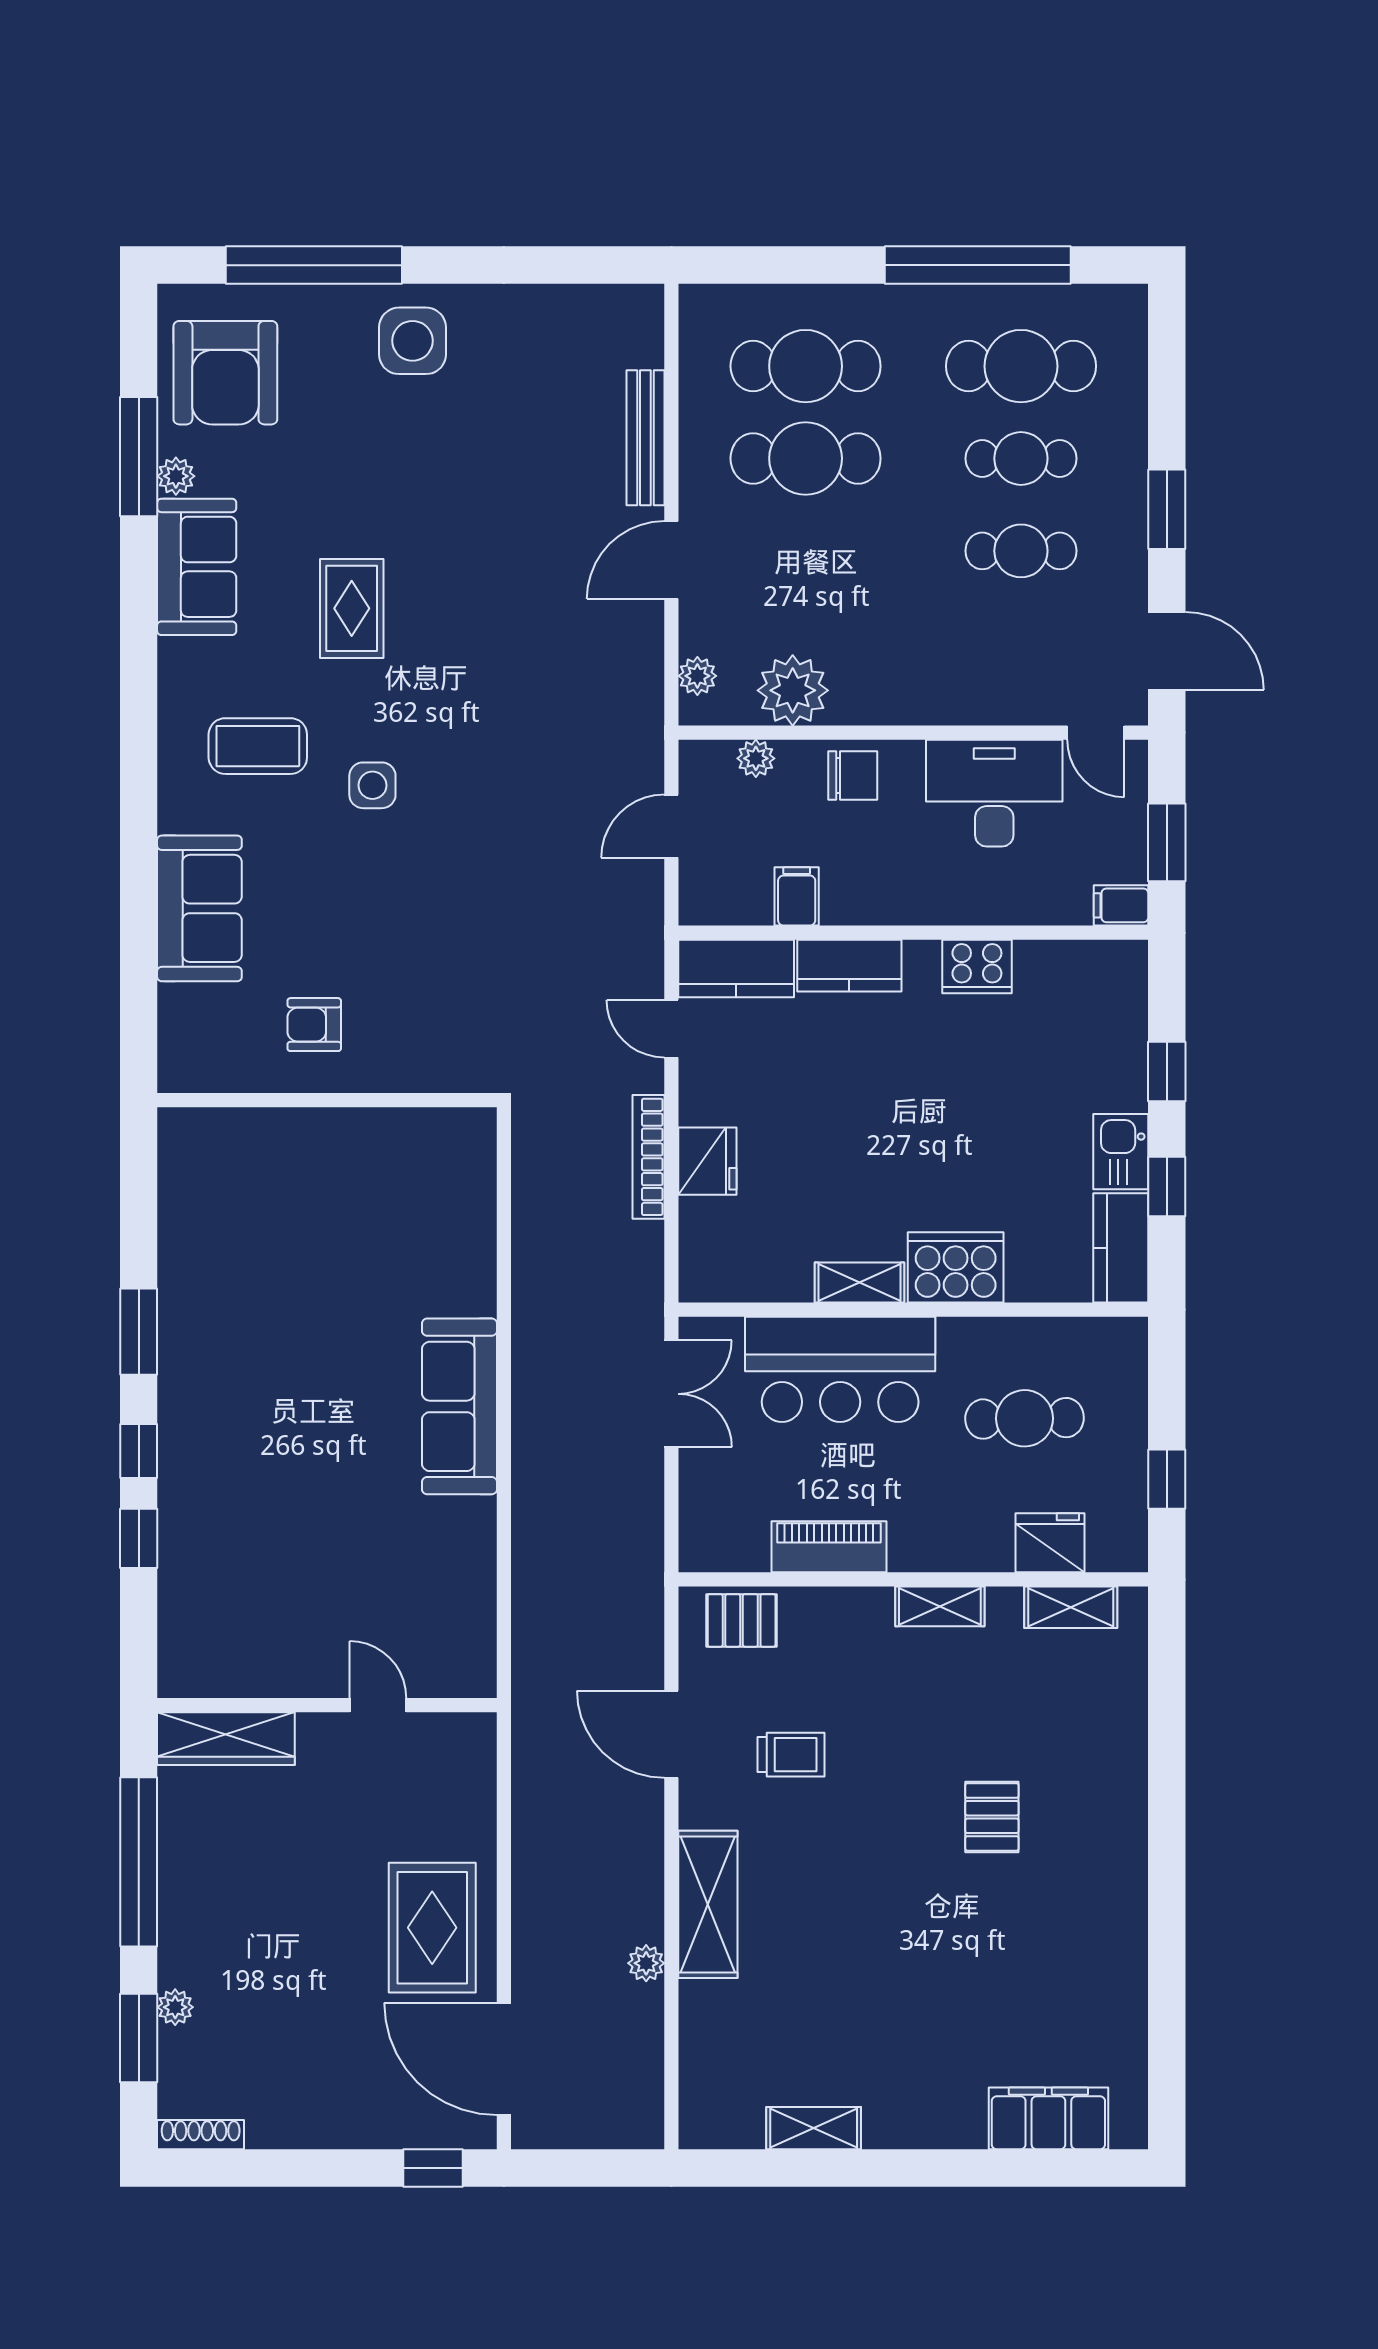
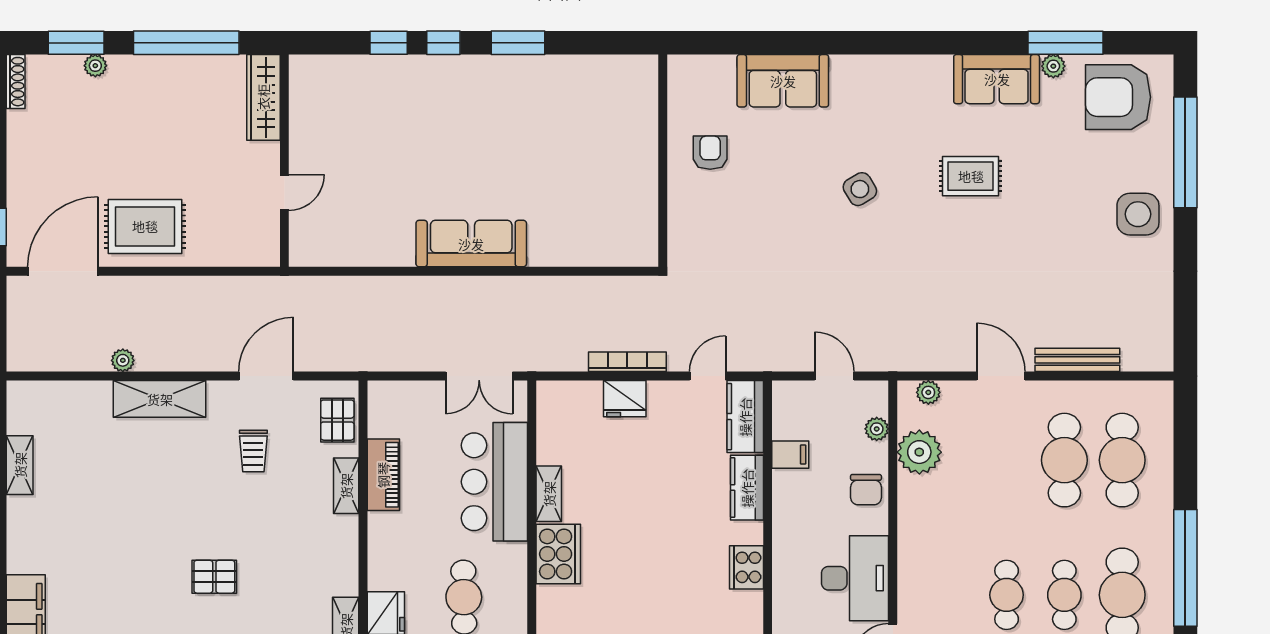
coffee table: (258, 746) -> (884, 117), removed
side table: (372, 785) -> (860, 189), turned -31
shelving: (940, 1606) -> (346, 486), moved

